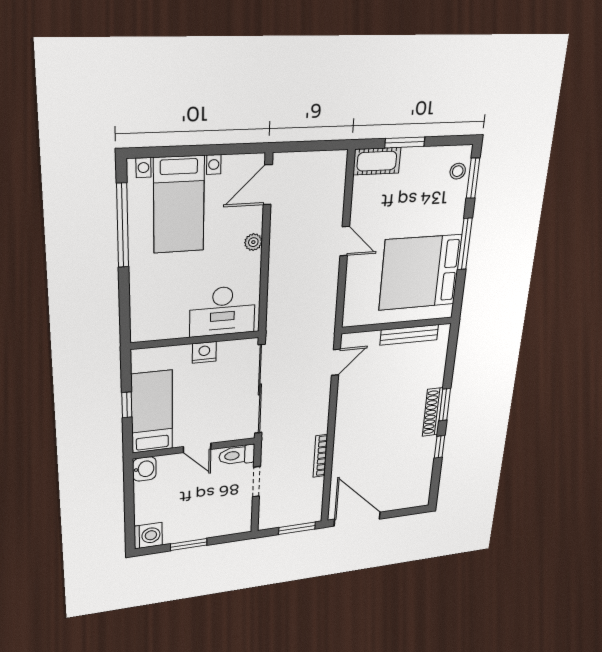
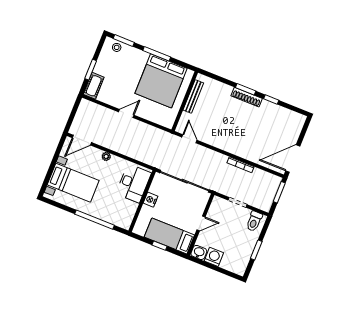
door: (268, 185) -> (82, 140), hinge flipped
window: (123, 226) -> (94, 220), moved
toilet: (237, 455) -> (254, 221), moved
washing machine: (148, 536) -> (214, 257), moved

